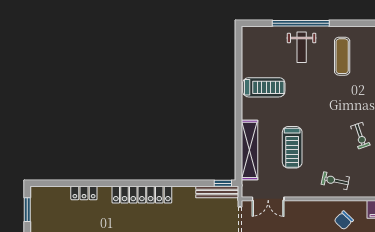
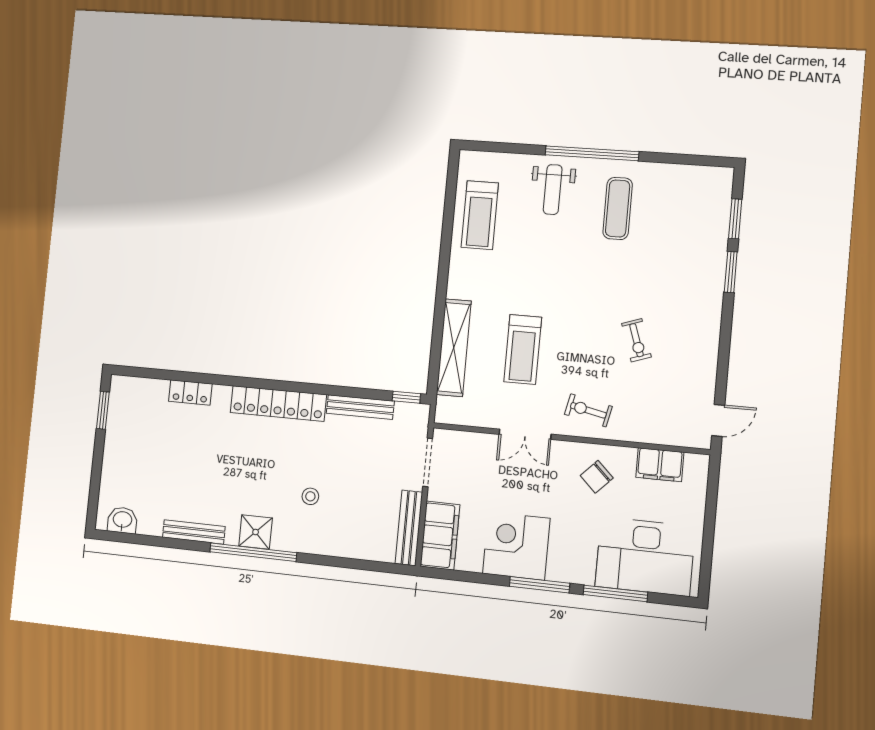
window: (301, 23) -> (592, 153), moved
treadmill: (264, 87) -> (480, 215), moved, turned 90
bench: (217, 192) -> (360, 407), moved
double door: (268, 199) -> (525, 434), moved

